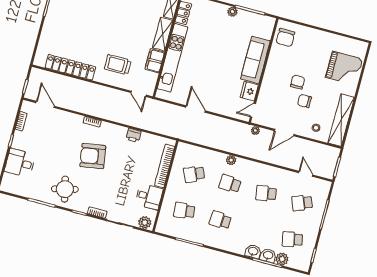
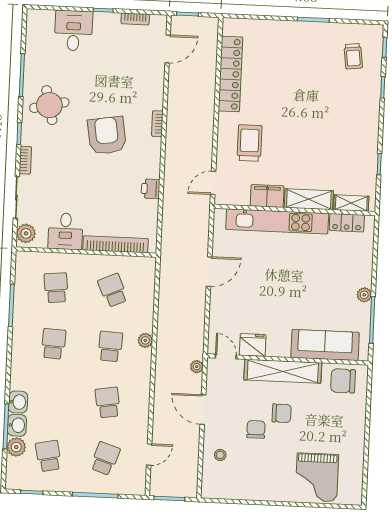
sofa: (255, 60) -> (325, 345), moved
shelving: (341, 120) -> (283, 371), moved
school desk: (302, 203) -> (105, 459), turned 39

